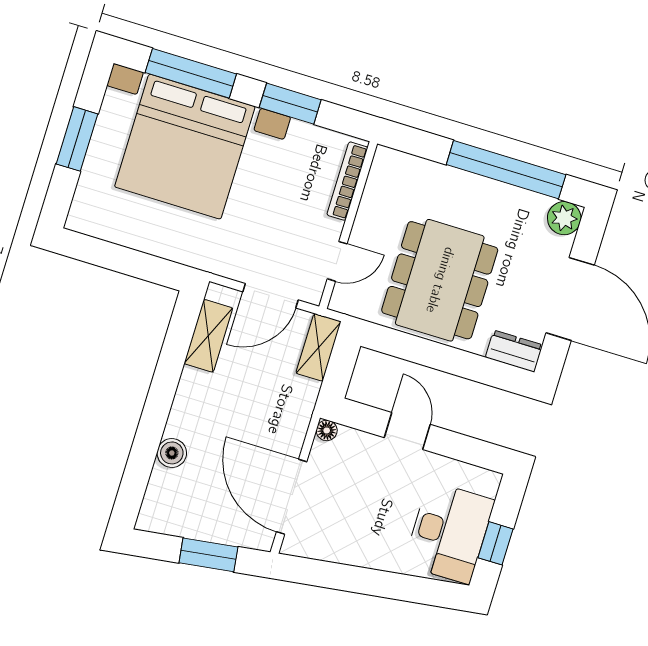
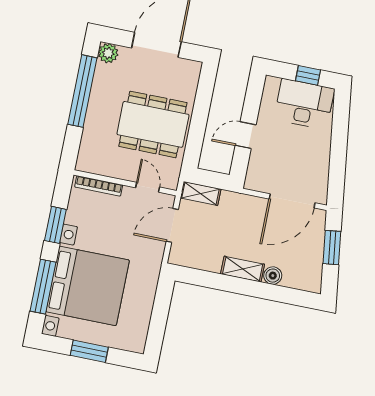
door: (271, 296) -> (172, 225), swing flipped
shelving: (208, 336) -> (243, 269), moved
dresser: (514, 351) -> (191, 76), removed
floor lamp: (327, 430) -> (250, 184), removed

